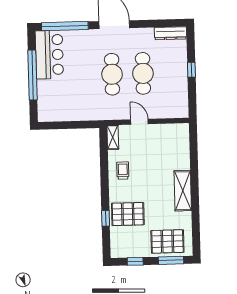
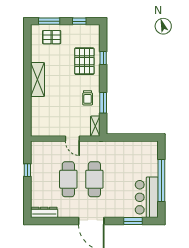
window: (65, 26) -> (133, 221), width x0.47
window: (191, 70) -> (27, 170), moved
window: (104, 165) -> (103, 103), added
pallet: (128, 214) -> (84, 61), turned 90
pallet: (167, 241) -> (52, 37), width x0.67, depth x0.71

